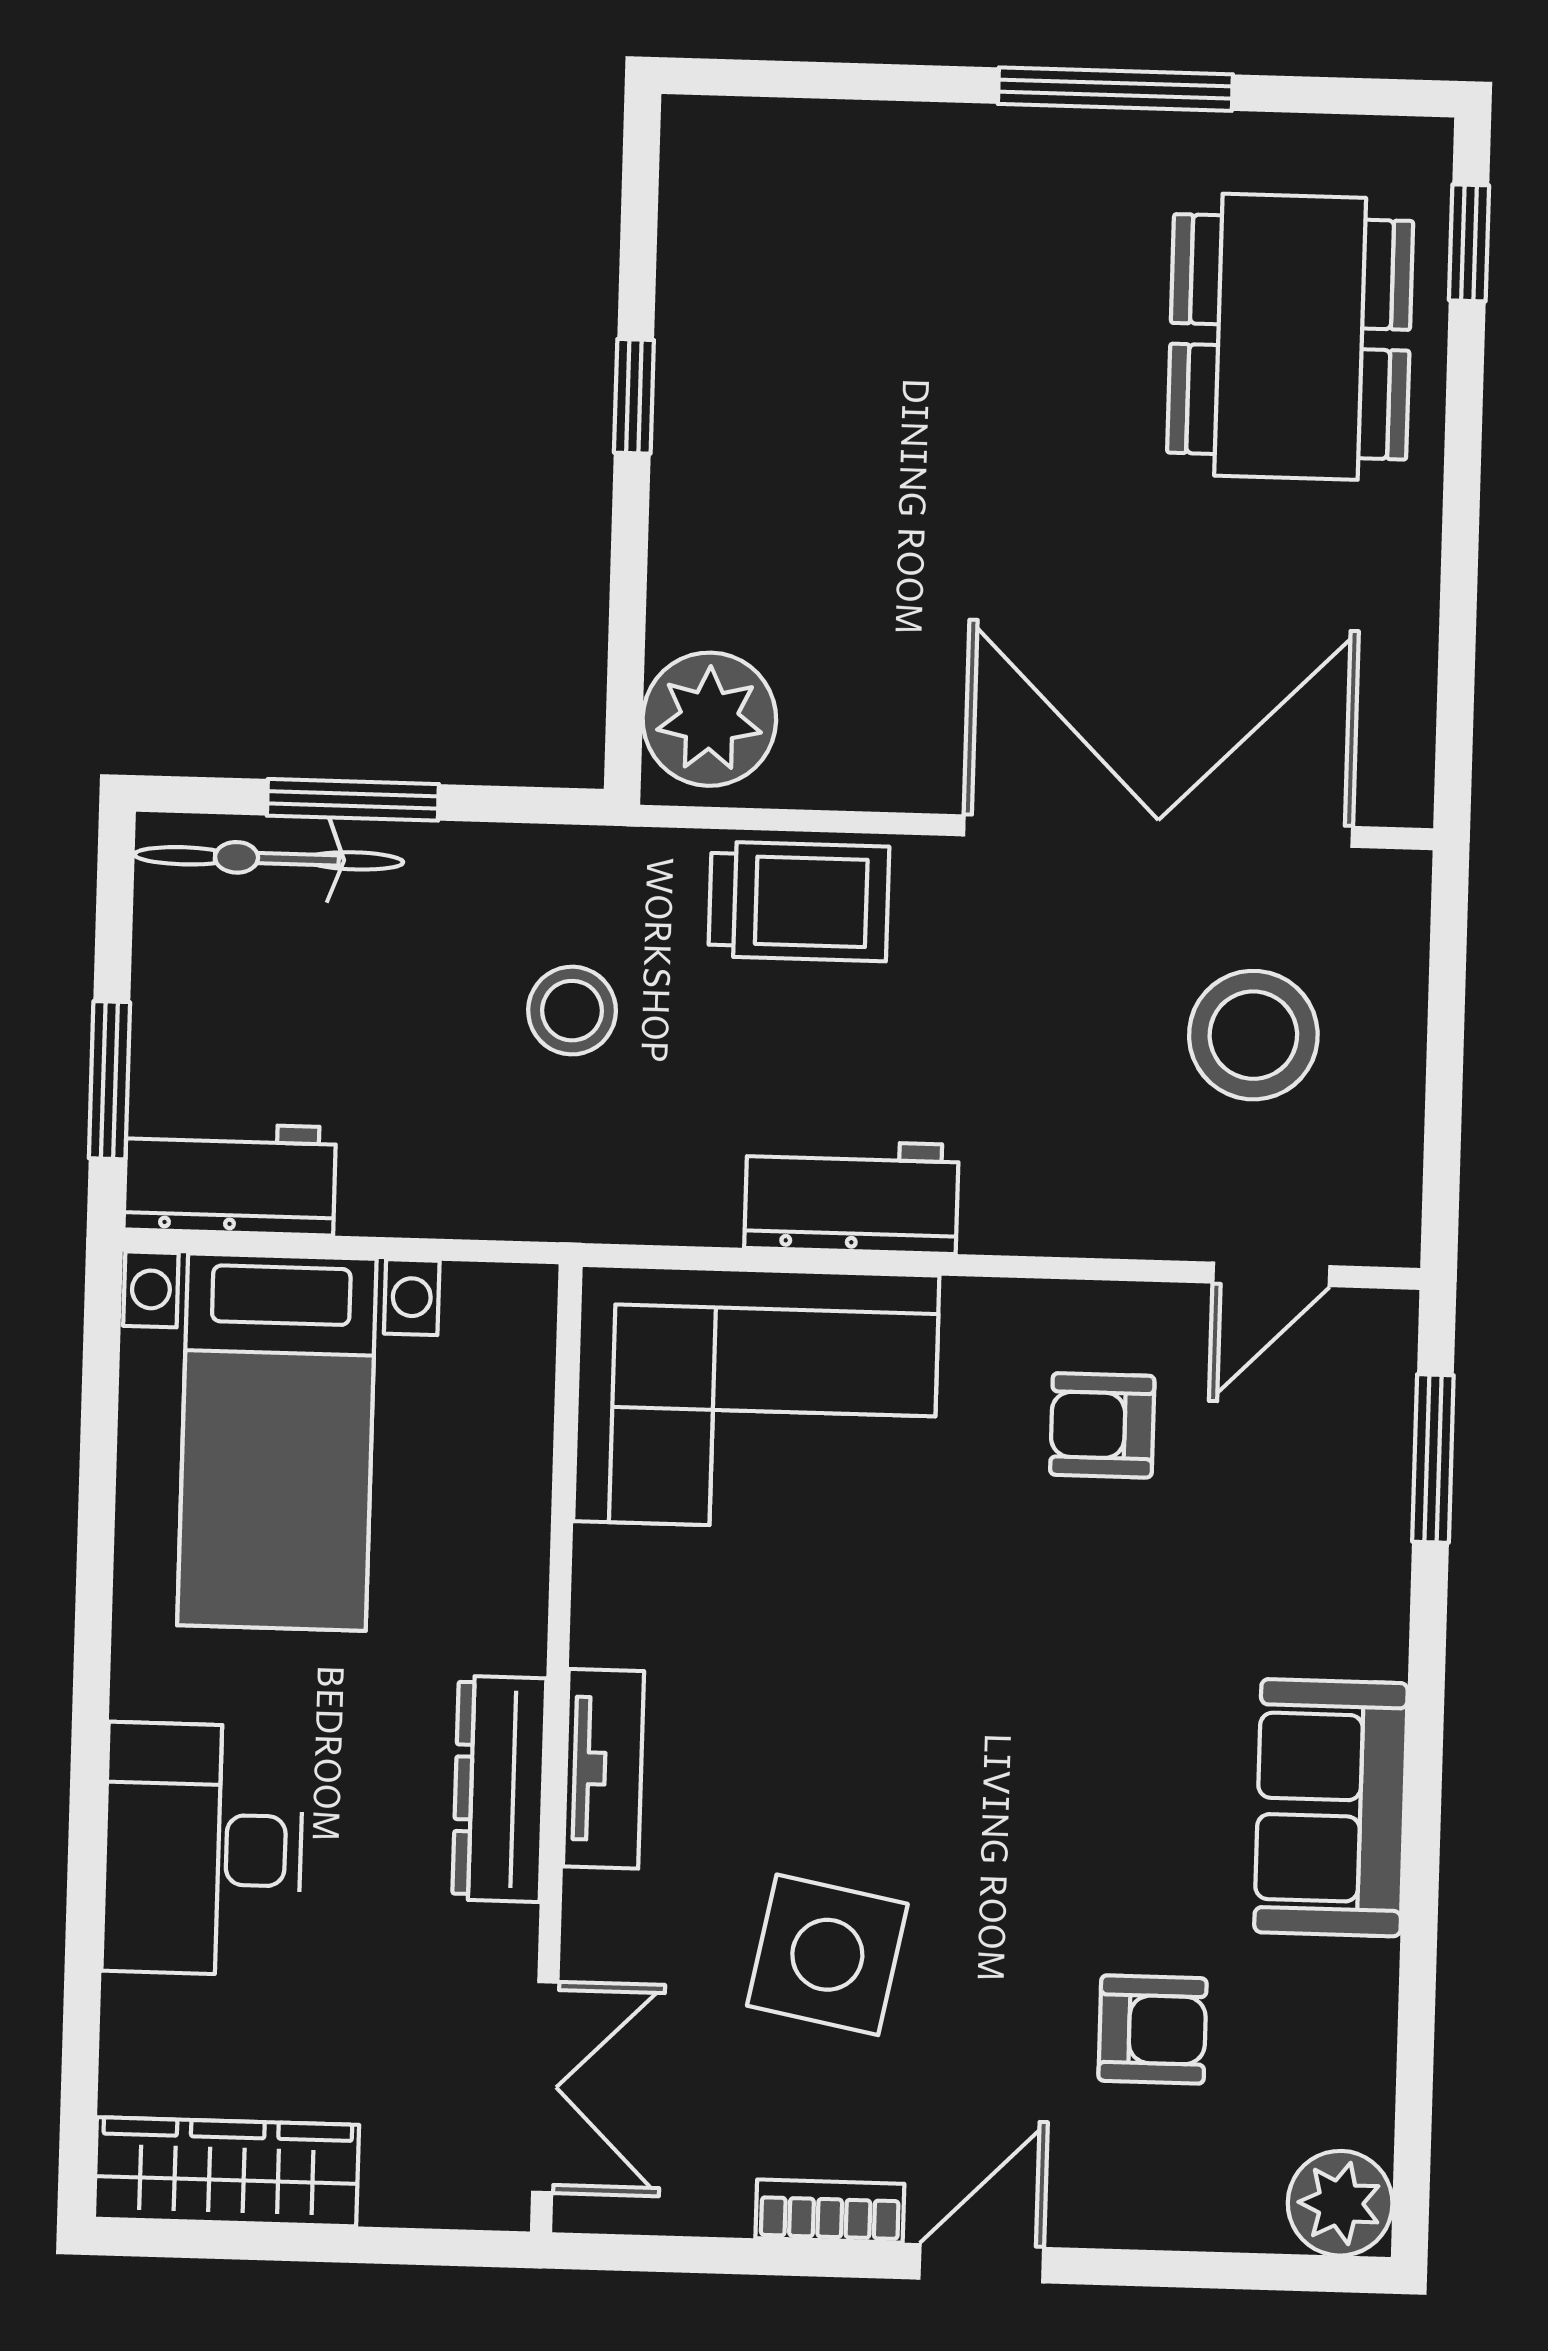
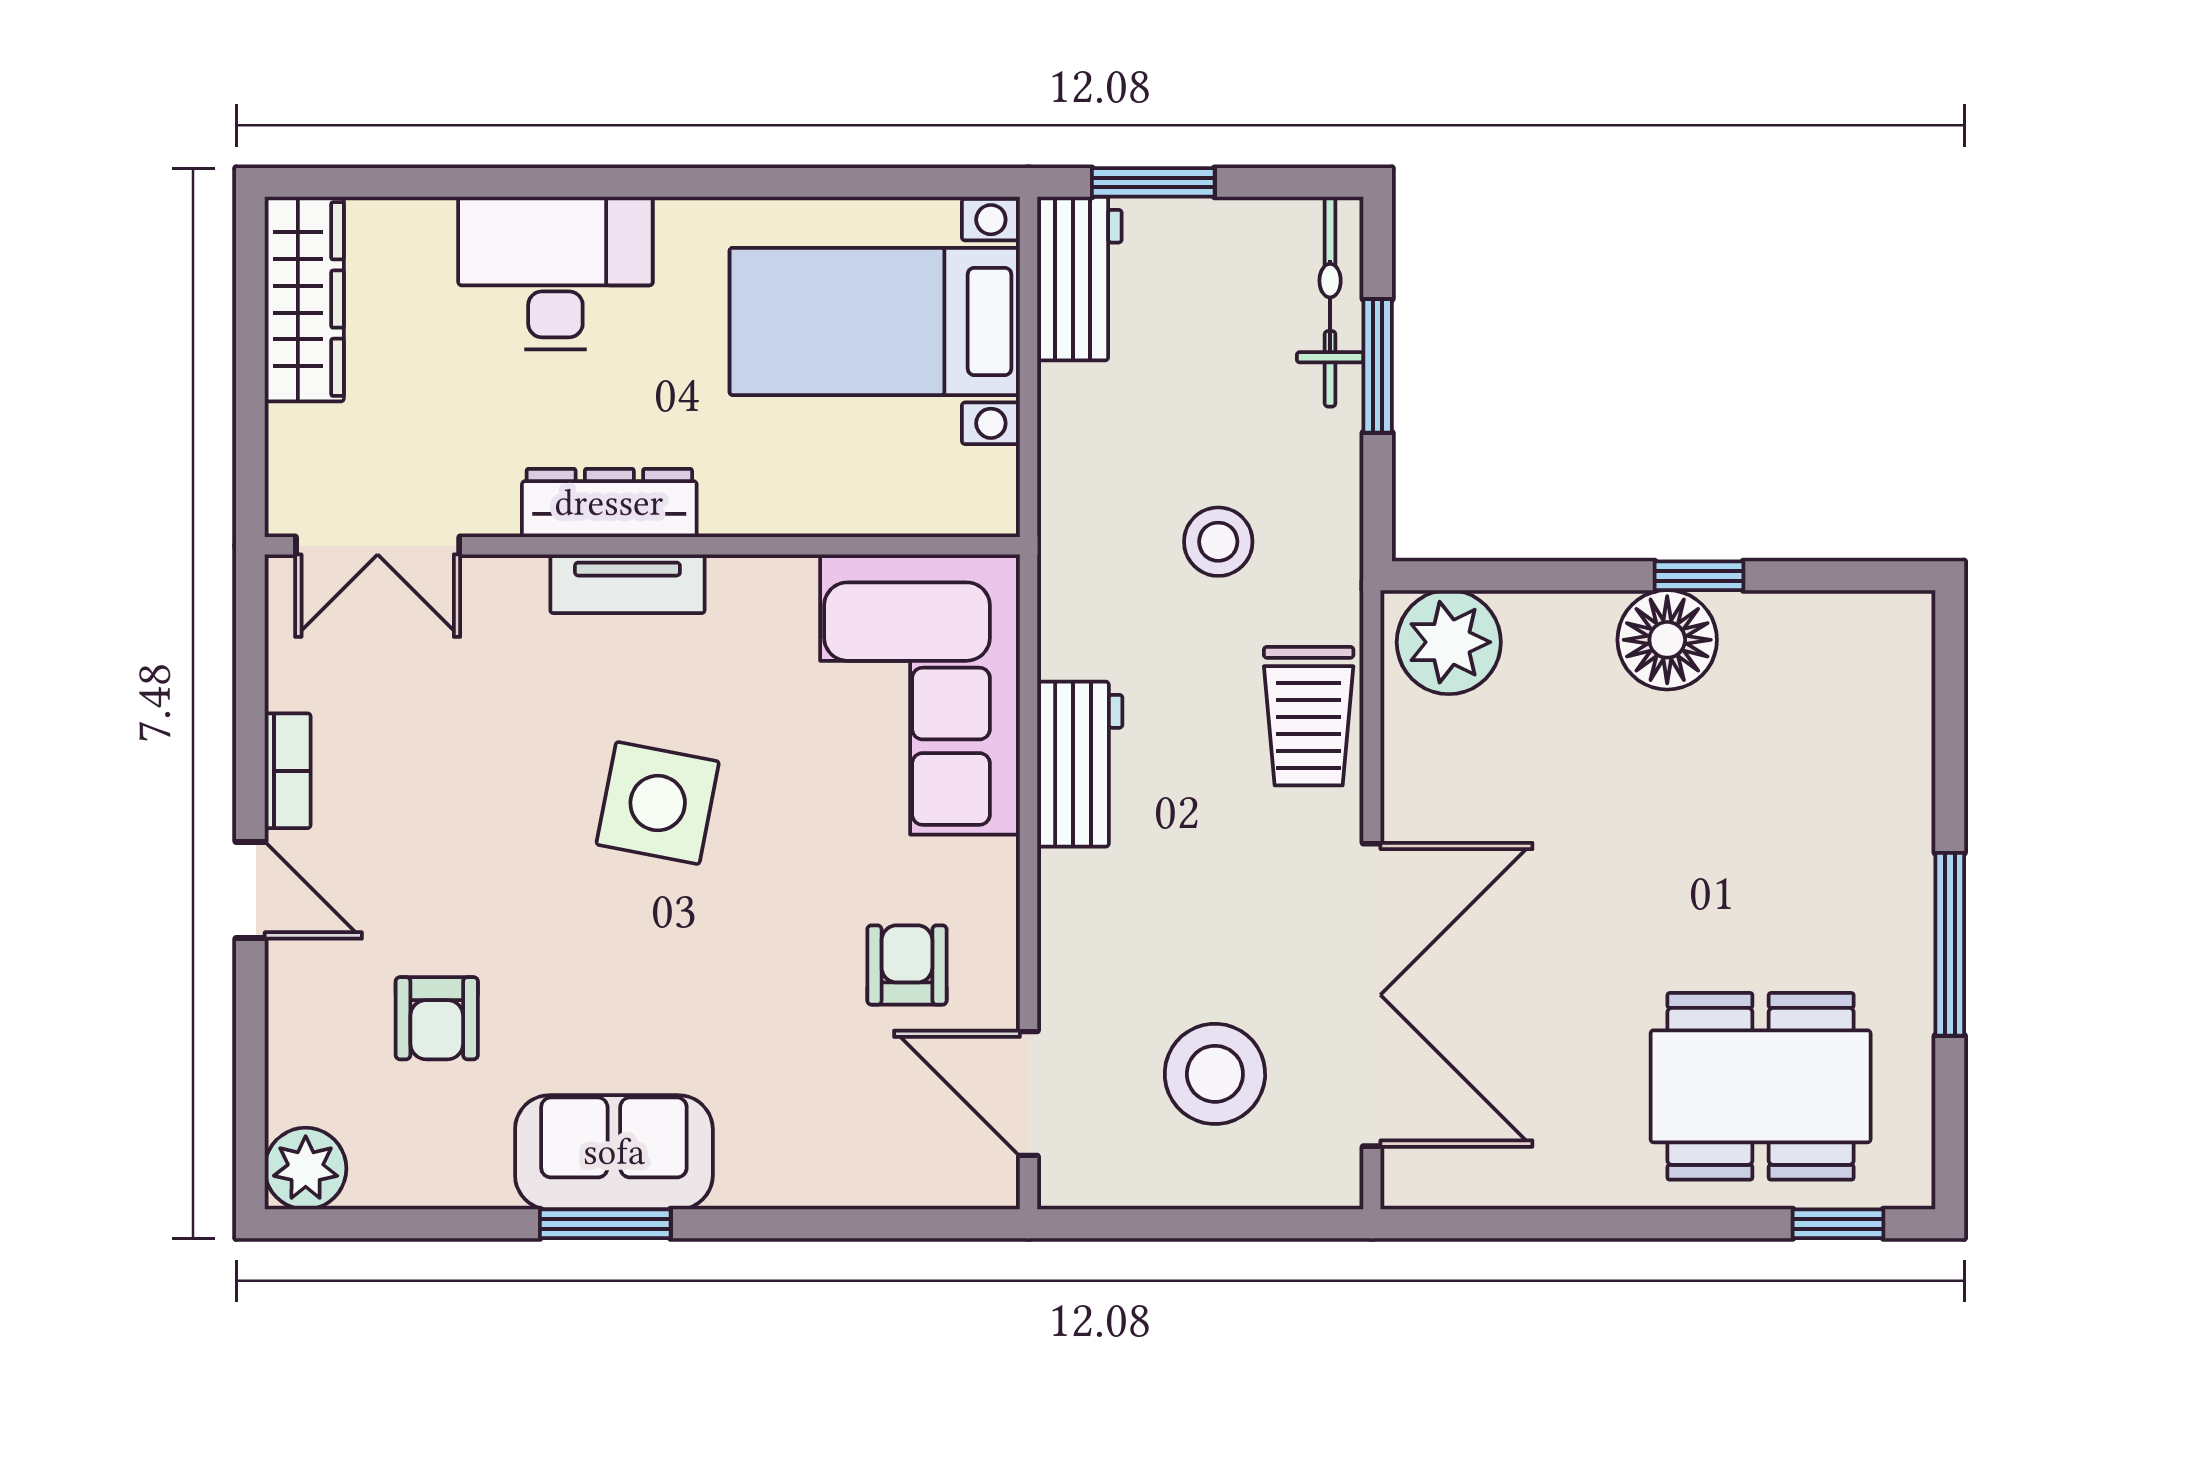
floor lamp: (715, 439) -> (1667, 640), added
door: (1271, 1274) -> (1029, 1093), width x1.38
window: (1433, 1458) -> (605, 1224), moved
side table: (827, 1955) -> (658, 803), moved

